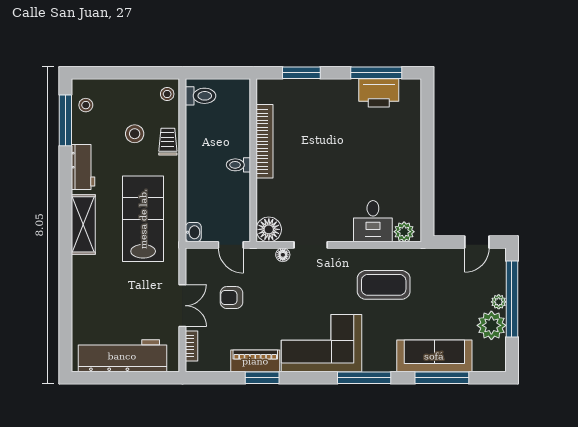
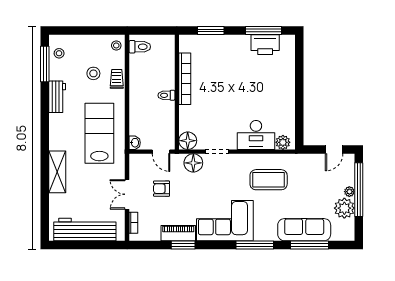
desk: (373, 221) -> (256, 135), width x1.37
shelving: (83, 224) -> (57, 172), moved
floor lamp: (283, 255) -> (193, 163), width x1.89, depth x1.89
double door: (182, 306) -> (127, 194), swing flipped

